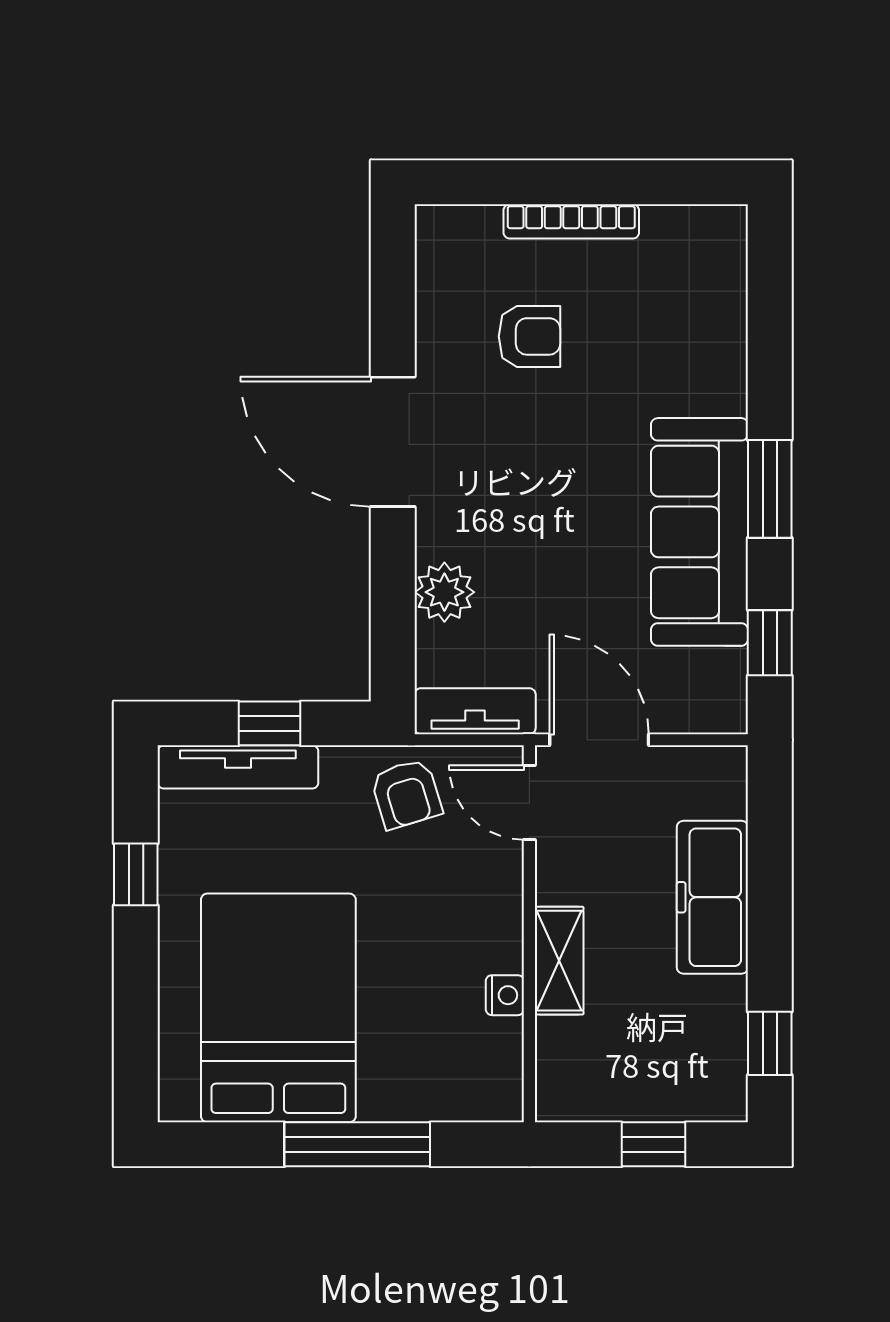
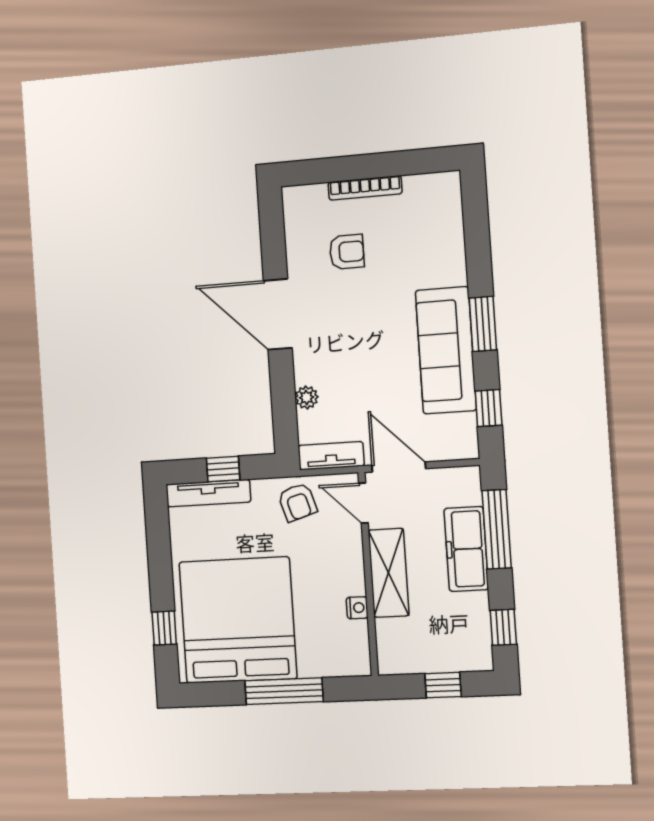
plant: (444, 592) -> (306, 397), width x0.73, depth x0.73
window: (770, 864) -> (497, 529), added
window: (136, 874) -> (164, 628), moved
shelving: (559, 961) -> (389, 573), width x1.50, depth x1.33
bed: (278, 1008) -> (238, 620), width x1.36

